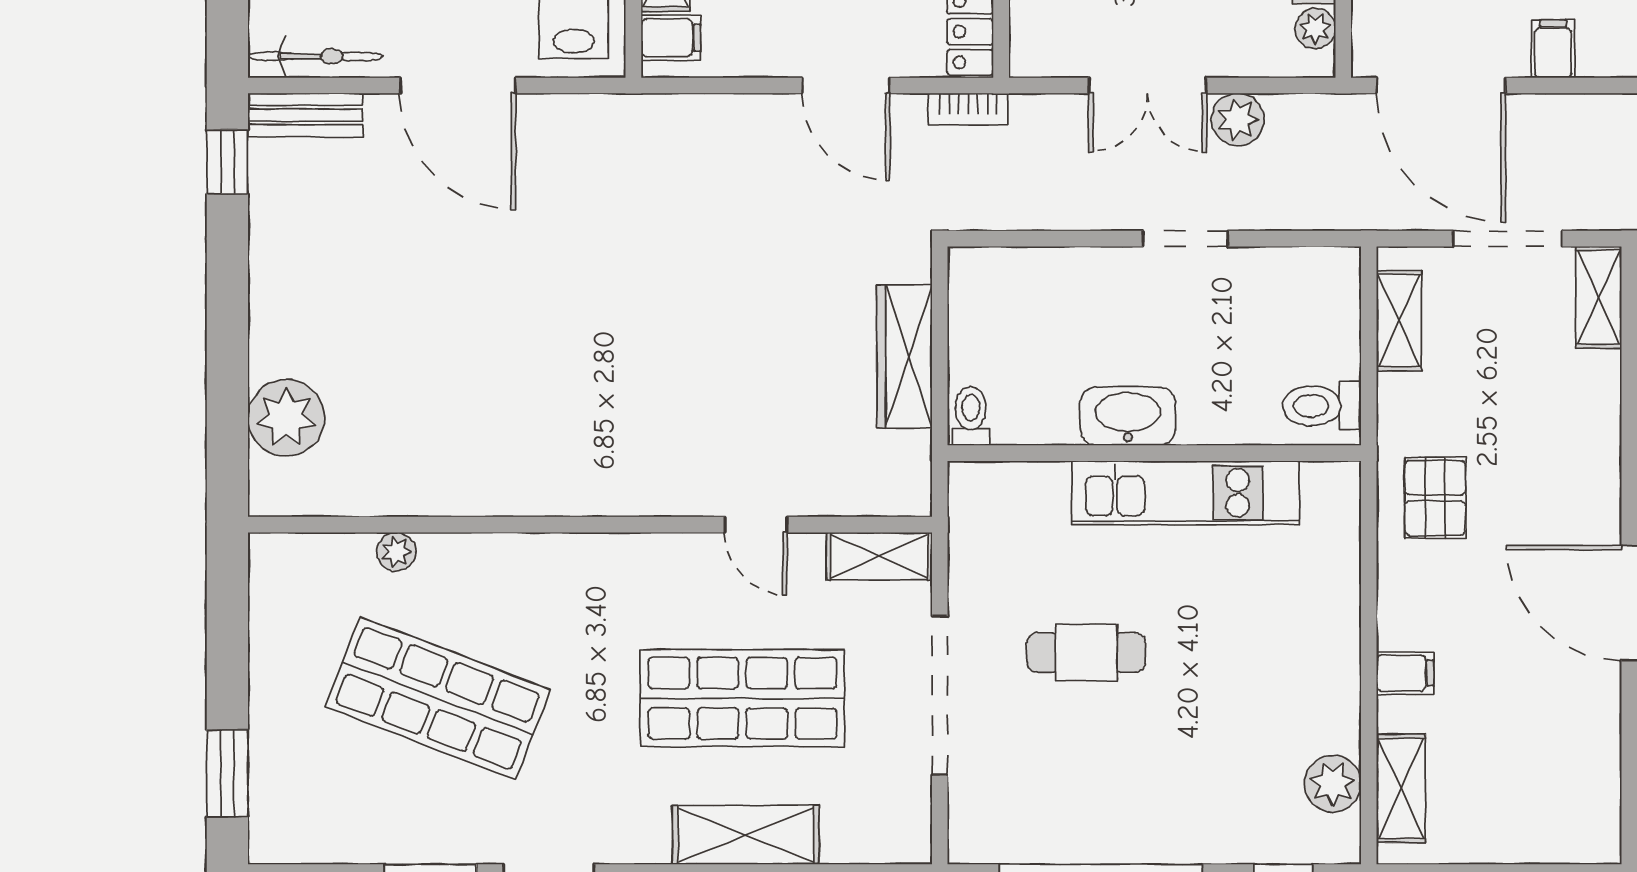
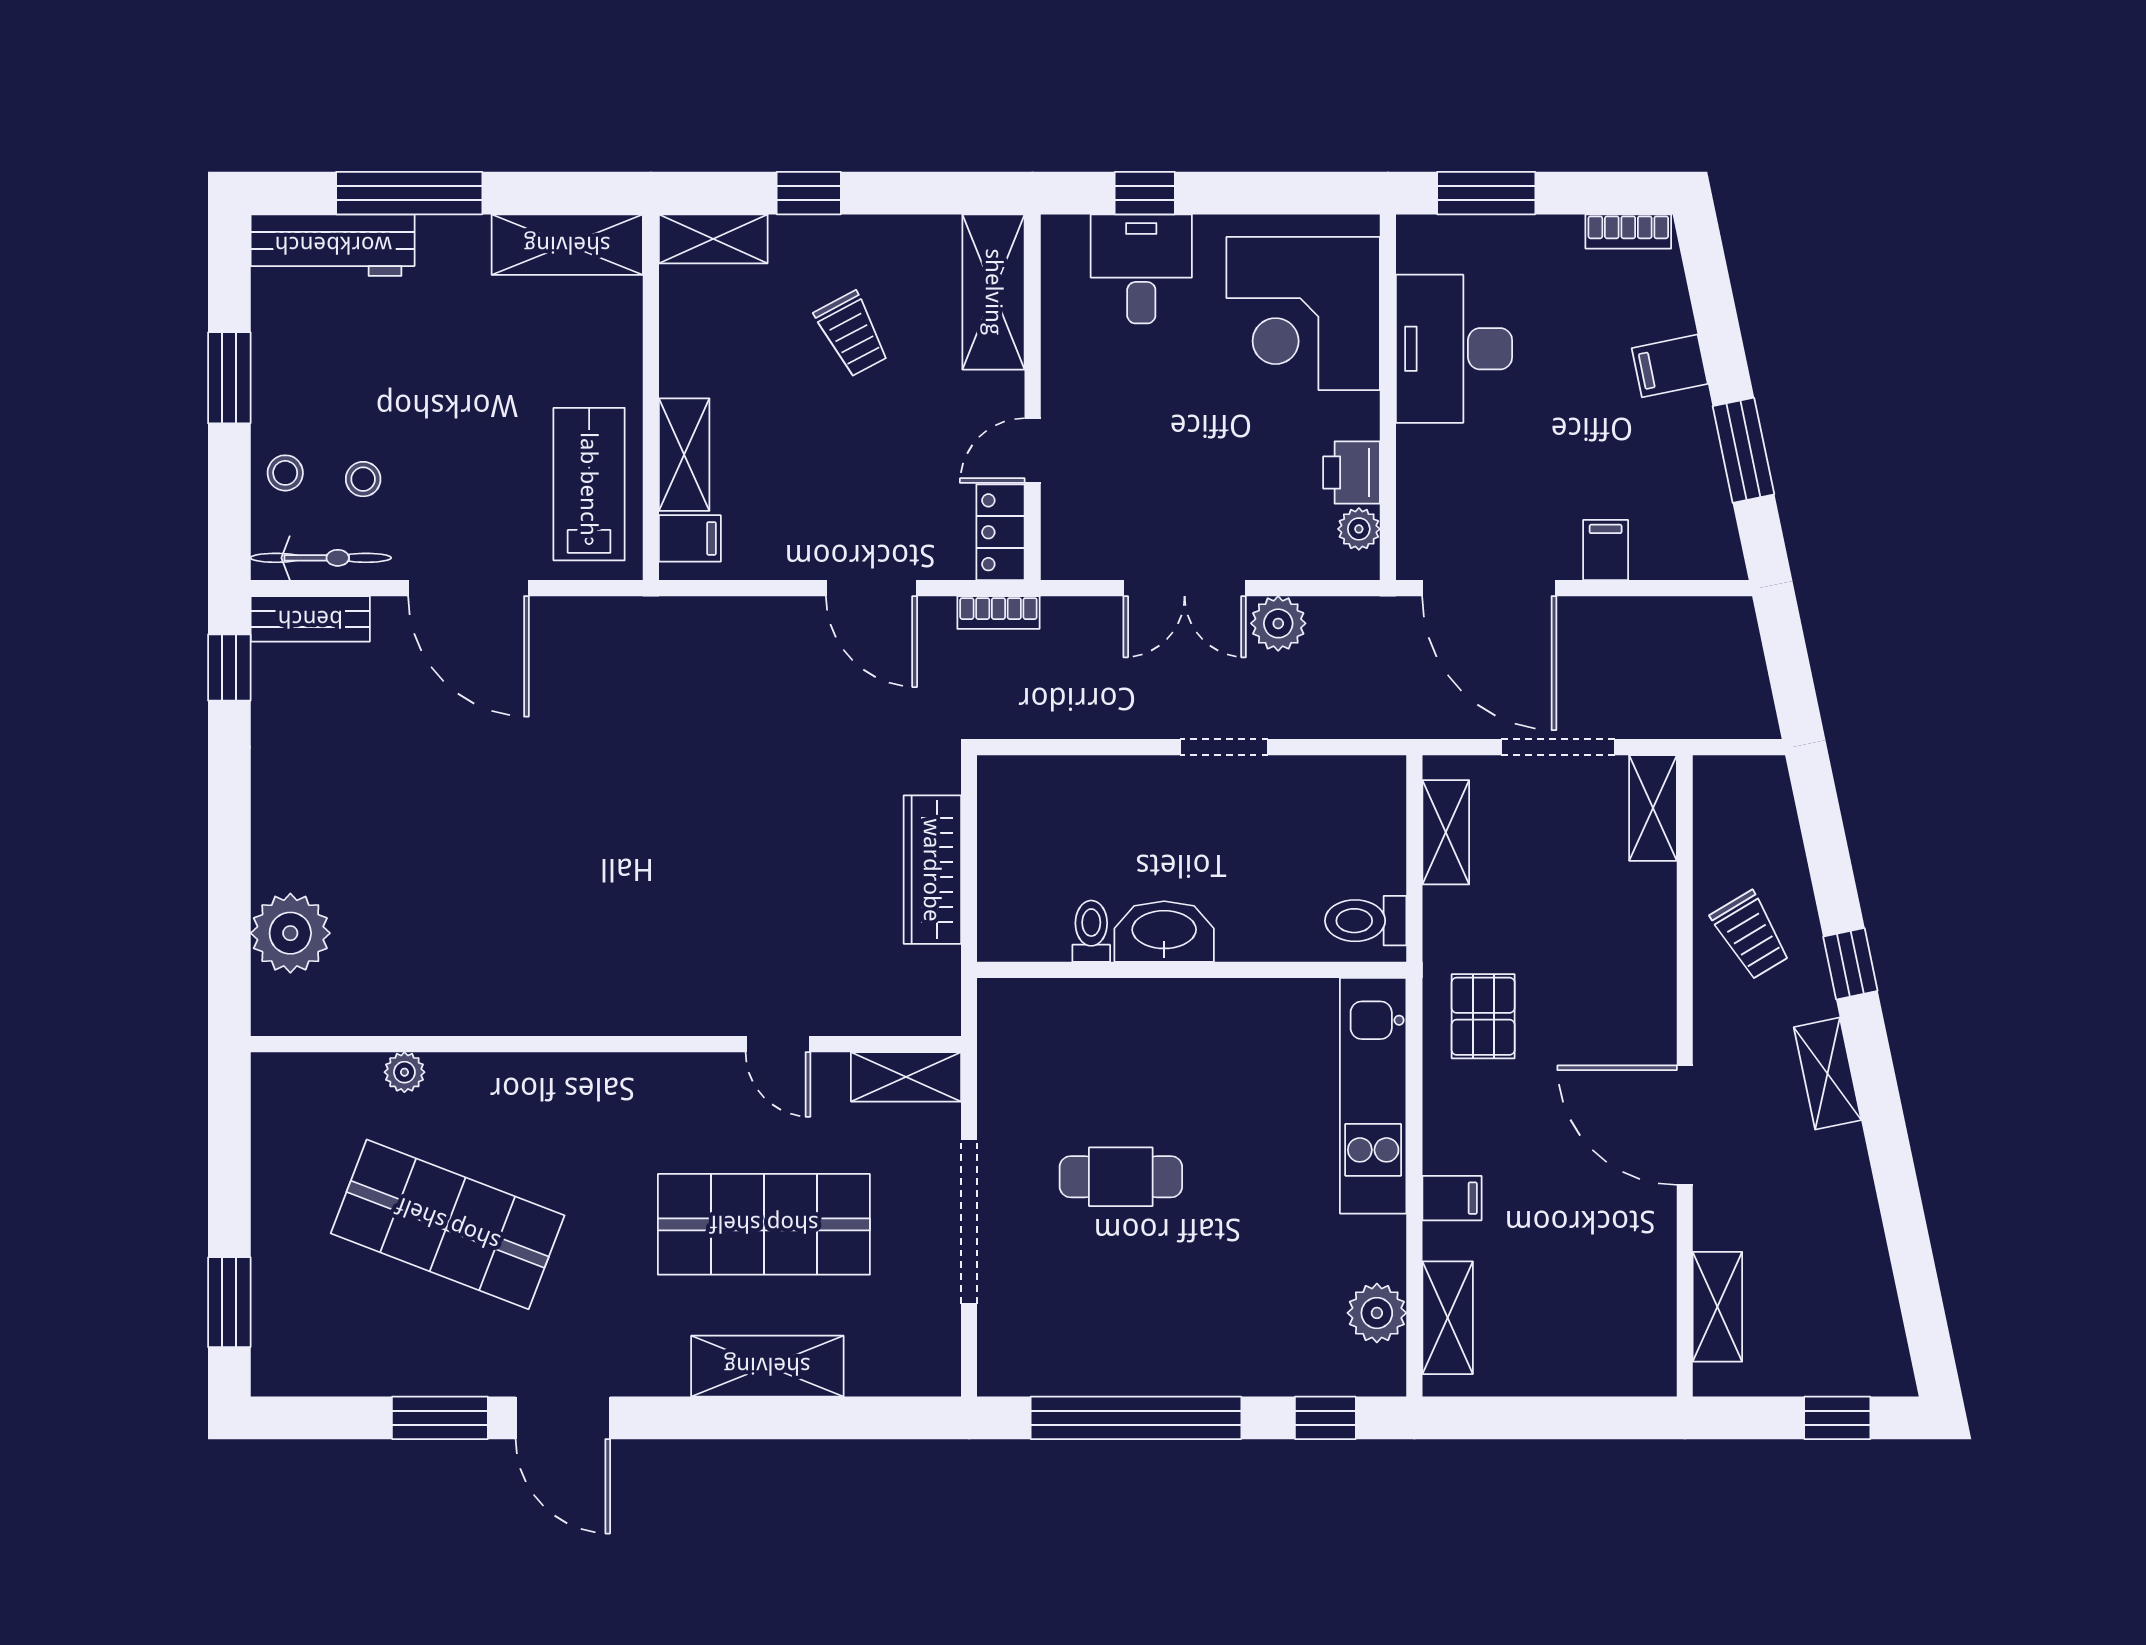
toilet: (971, 416) -> (1091, 931), moved
kitchen unit: (1185, 493) -> (1373, 1096), moved, turned 90

